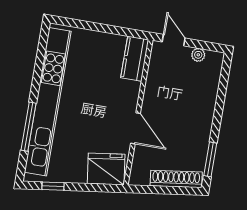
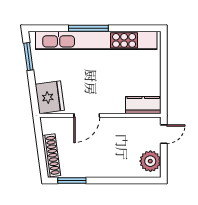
plant: (198, 55) -> (150, 161), width x1.87, depth x1.87
window: (28, 127) -> (88, 28), moved
window: (53, 186) -> (28, 56), width x1.50

